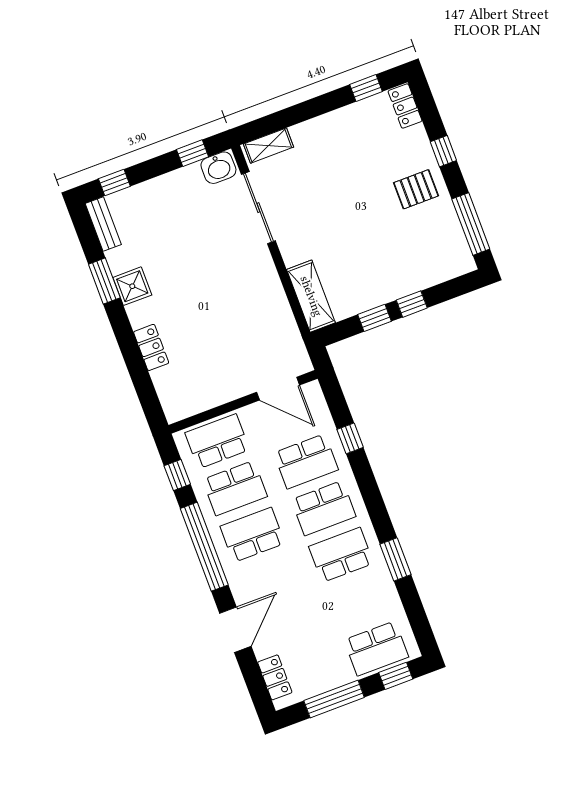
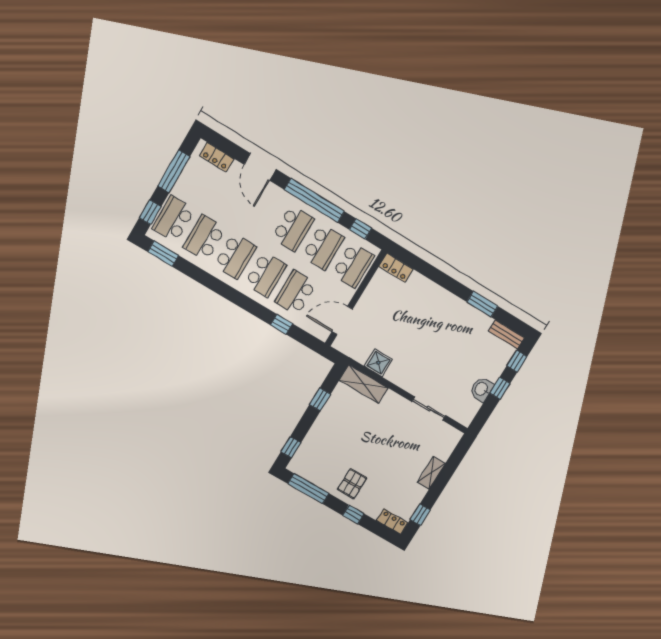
shelving: (268, 146) -> (431, 473), moved
window: (193, 153) -> (500, 388), moved
washbasin: (218, 168) -> (482, 389), moved
sliding door: (258, 208) -> (429, 409), width x0.73
shower: (132, 286) -> (378, 363), moved
window: (412, 304) -> (291, 447), moved
locker: (151, 347) -> (396, 268), moved
school desk: (235, 488) -> (323, 247), turned 180
school desk: (324, 508) -> (265, 275), turned 180
window: (396, 559) -> (163, 254), moved
school desk: (359, 602) -> (204, 238), added

